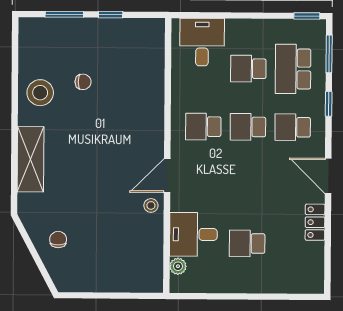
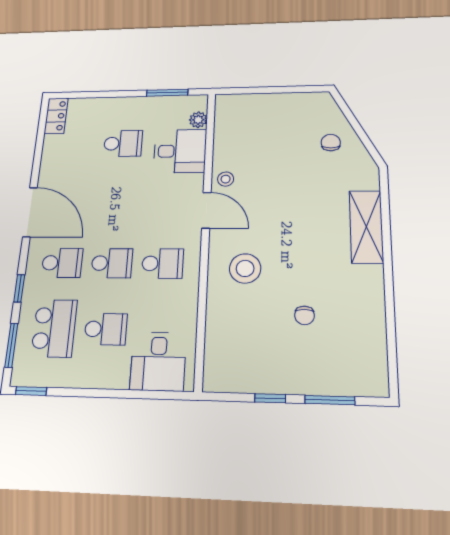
chair: (83, 82) -> (304, 315), turned -90
stool: (40, 93) -> (245, 268), moved
door: (167, 176) -> (206, 210), hinge flipped
door: (328, 176) -> (30, 212), width x1.36
locker: (315, 222) -> (56, 116), moved
chair: (58, 240) -> (331, 143), turned 180
window: (209, 296) -> (167, 93), added

